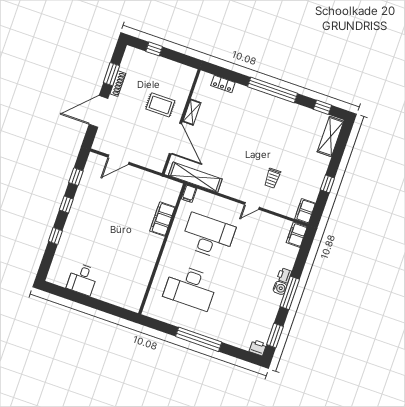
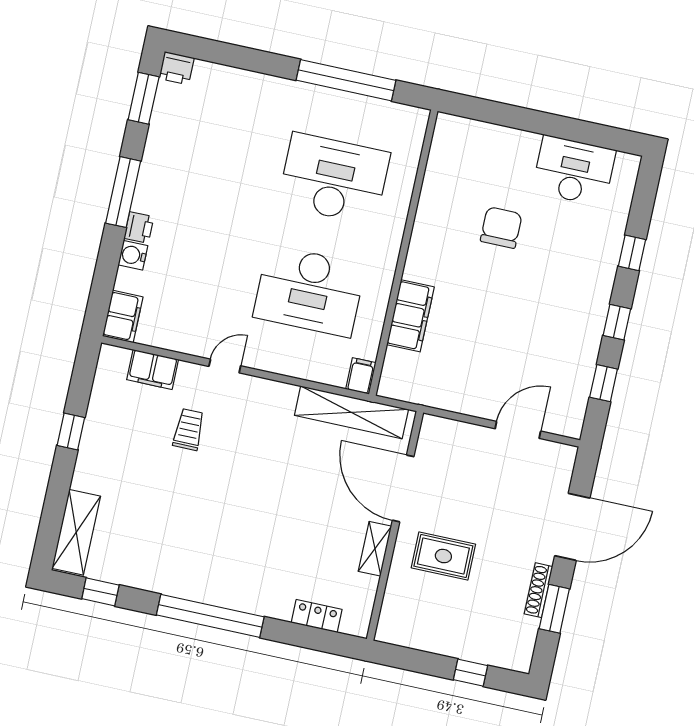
filing cabinet: (305, 211) -> (153, 369), moved, turned 90
chair: (115, 255) -> (501, 228), added
desk: (82, 279) -> (574, 171), width x1.37
water cooler: (280, 288) -> (133, 255), moved
window: (199, 339) -> (346, 80), moved

